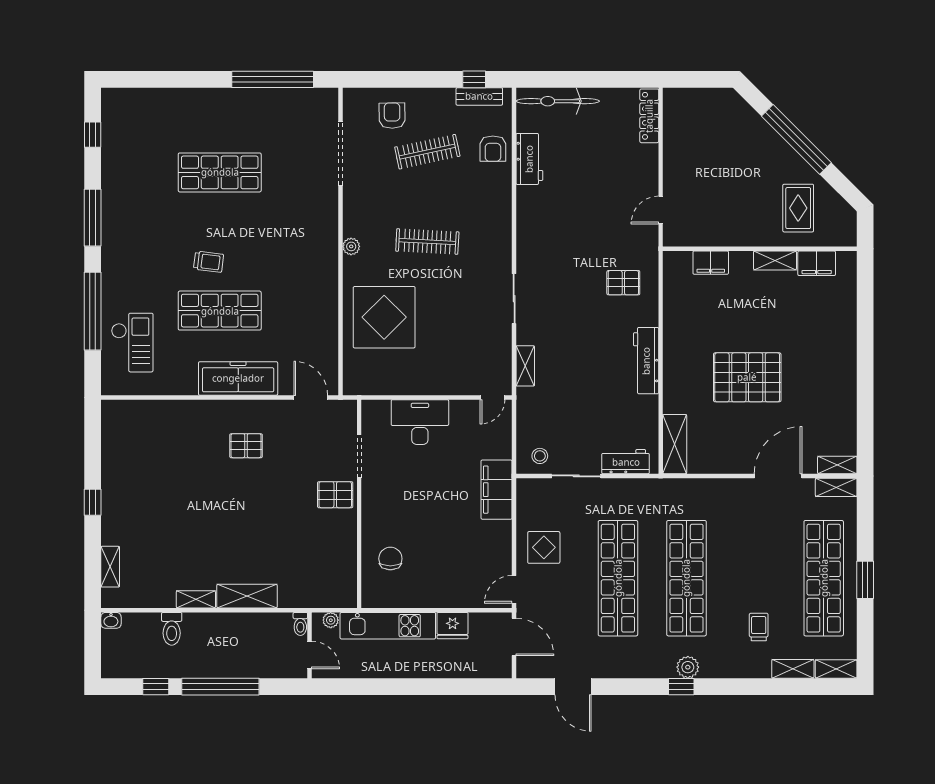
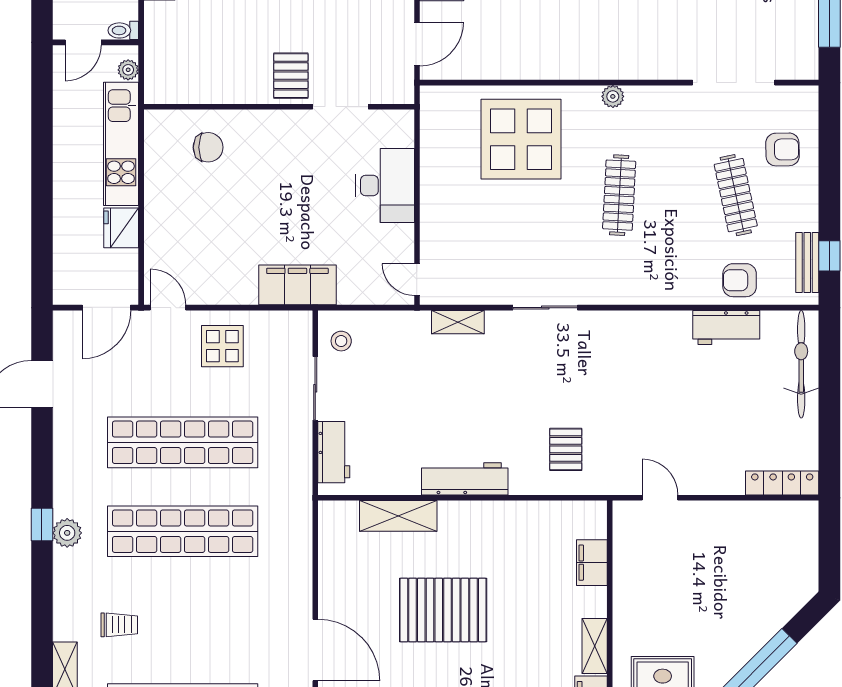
pallet: (747, 377) -> (443, 610), turned 90
shelving: (675, 444) -> (398, 516), moved

